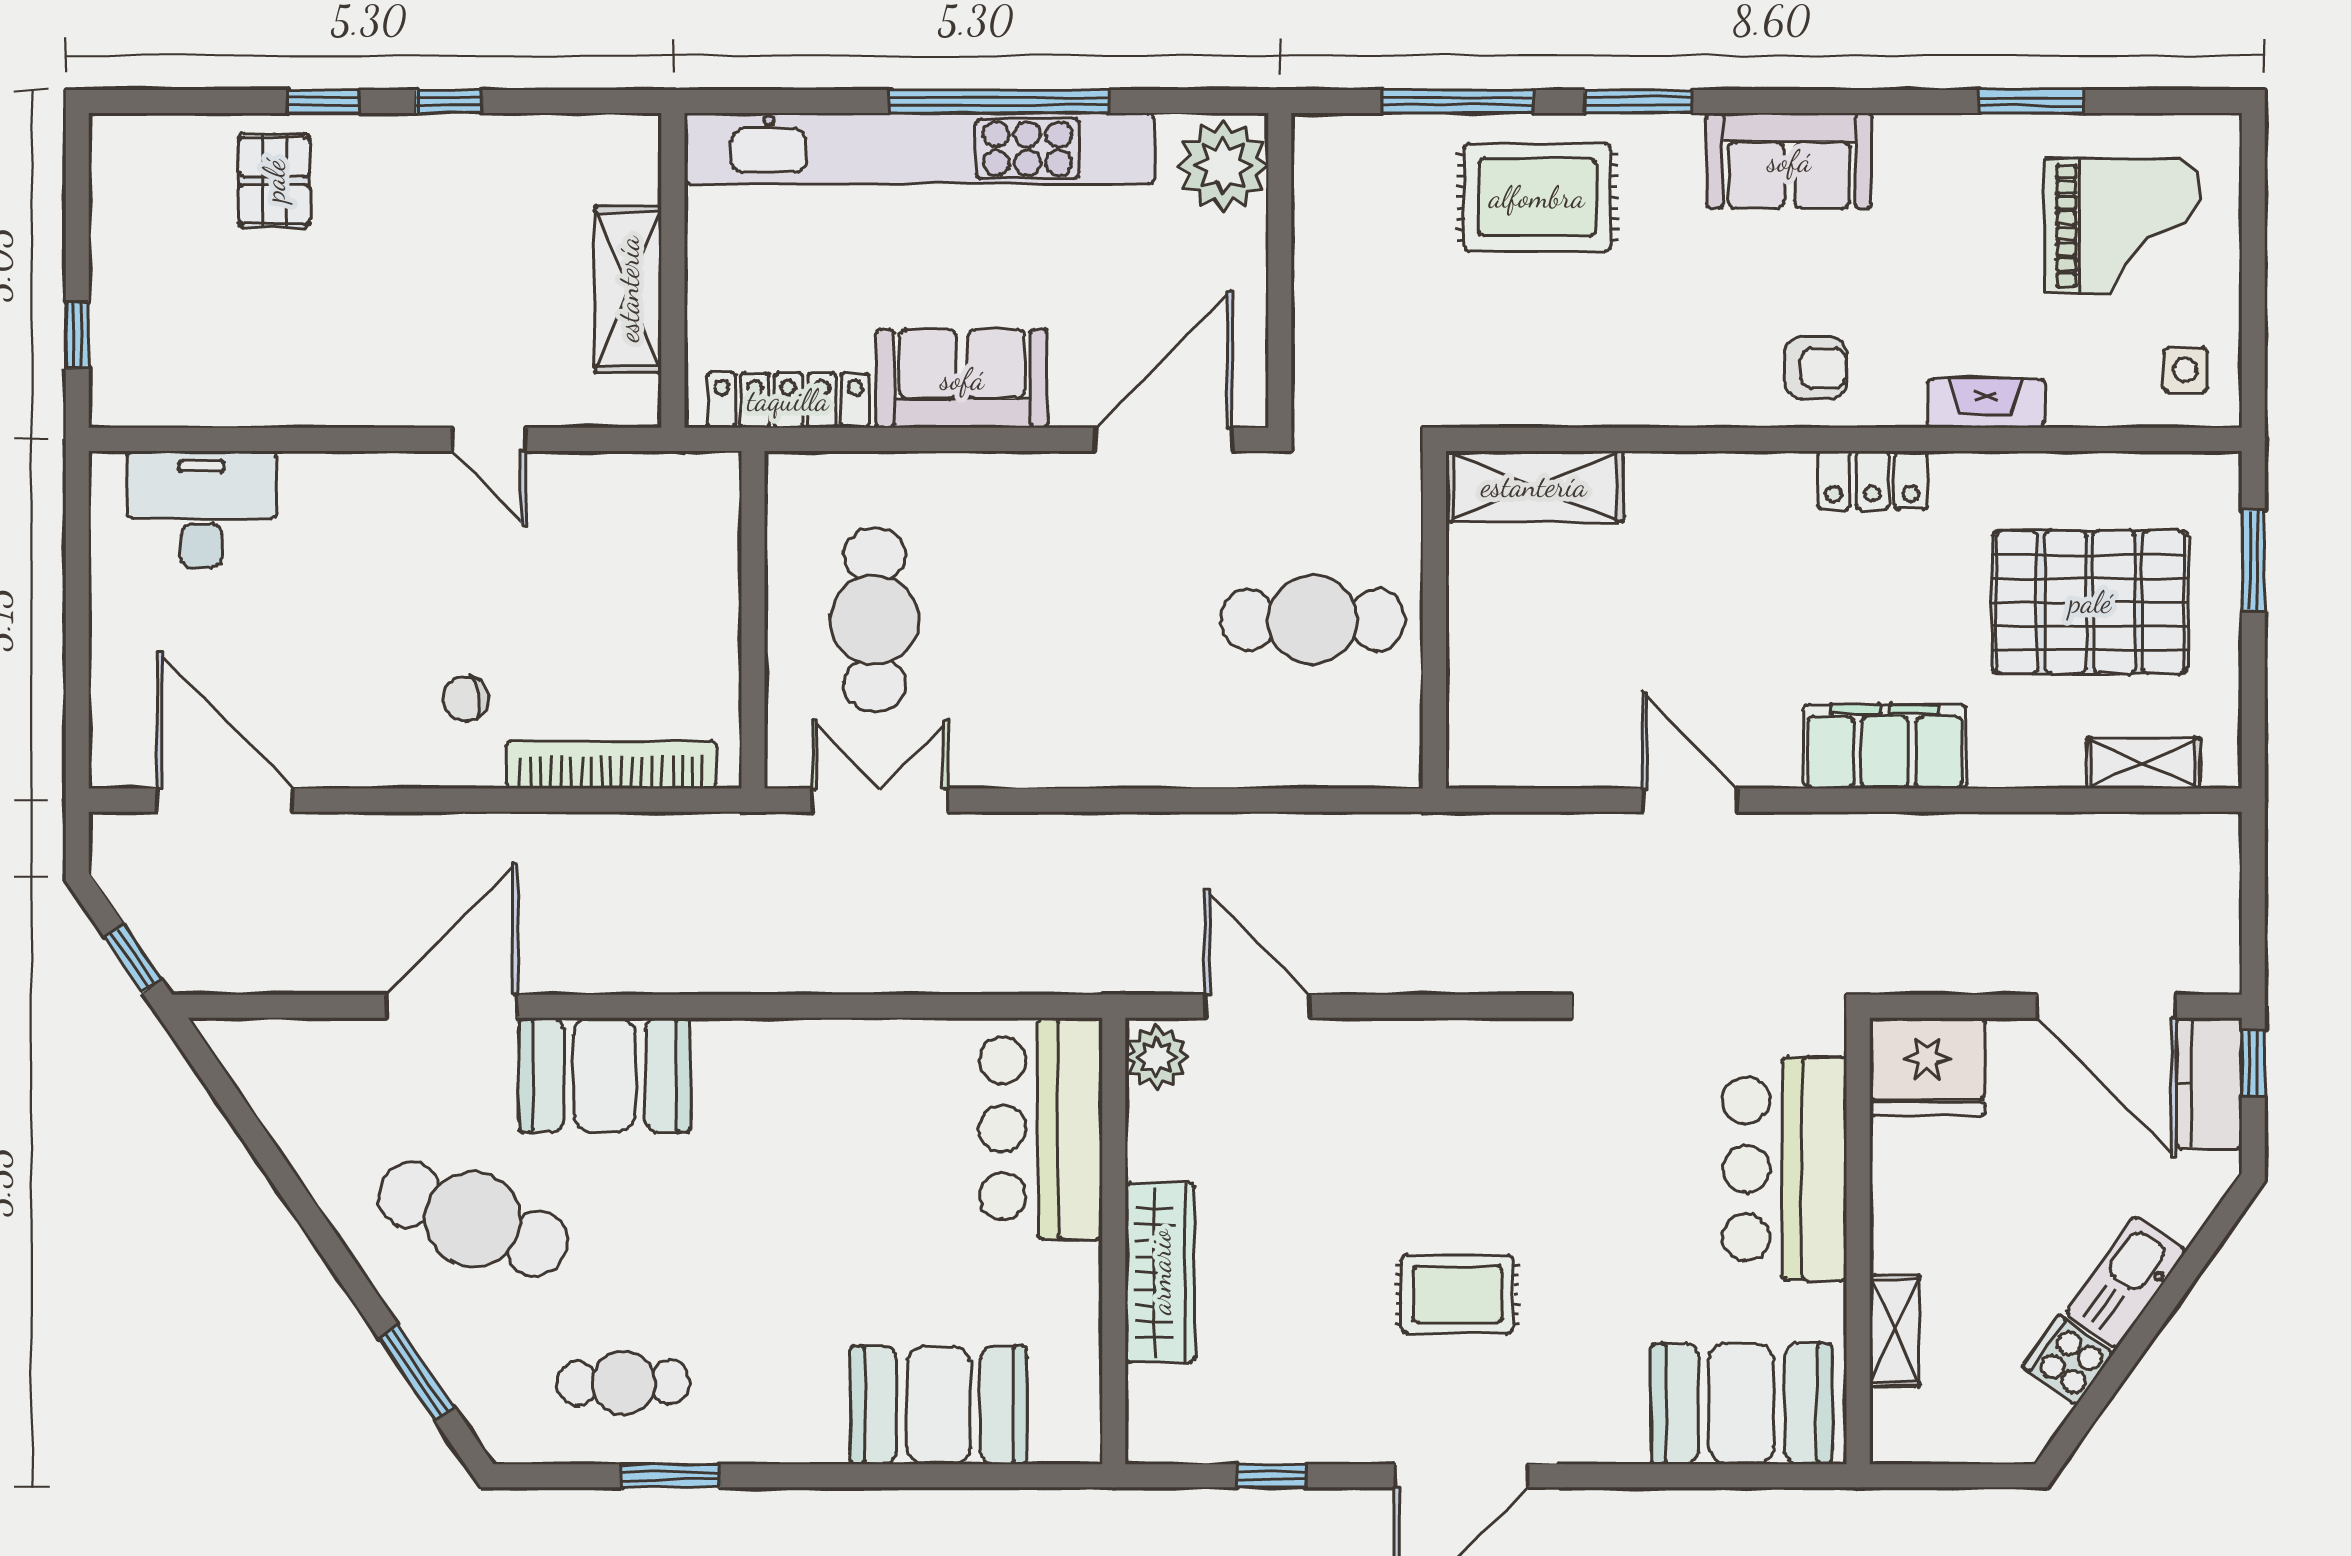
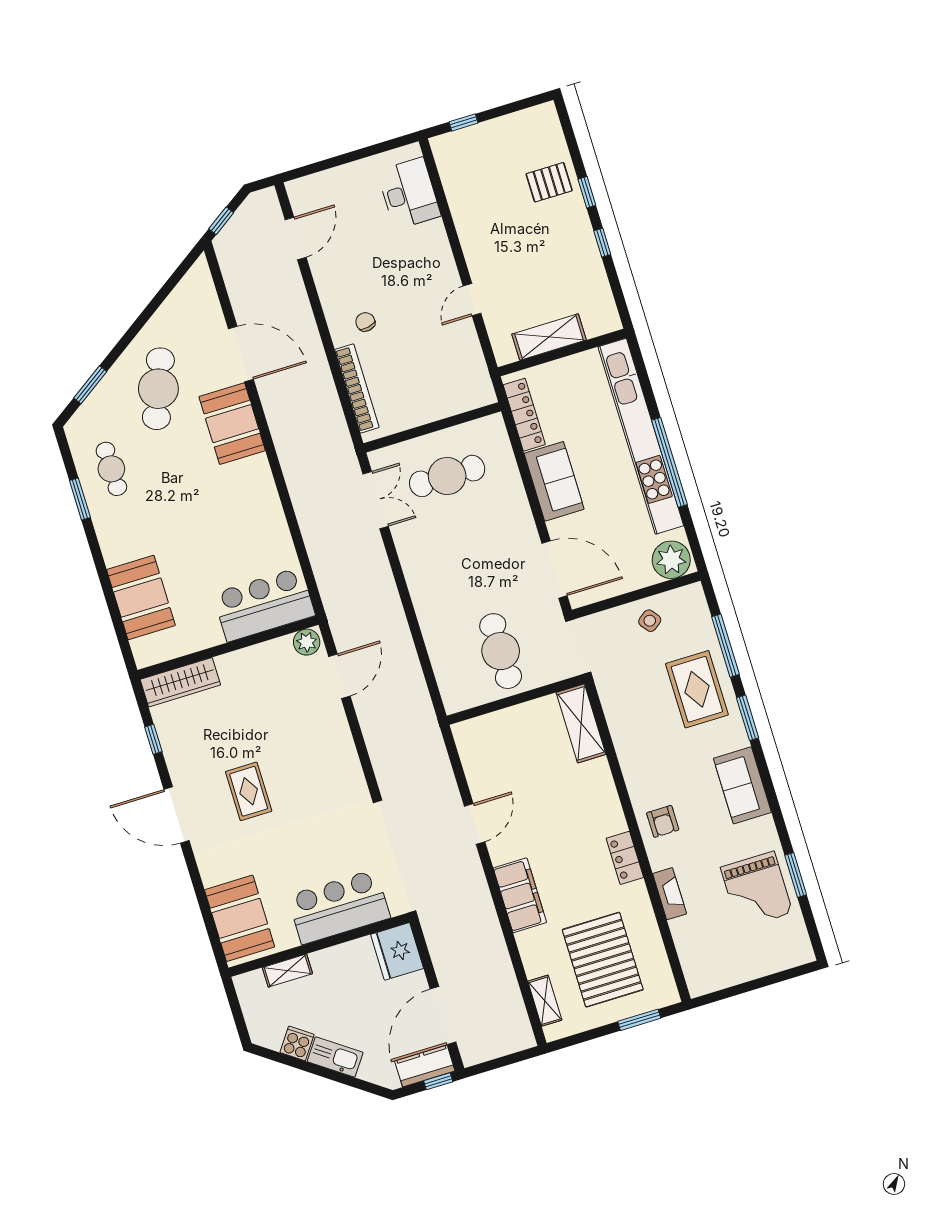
grand piano: (2122, 226) -> (757, 890), moved
side table: (2185, 370) -> (650, 621), moved, turned -37
door: (225, 800) -> (296, 238), width x0.73
wardrobe: (1160, 1272) -> (180, 682), moved

